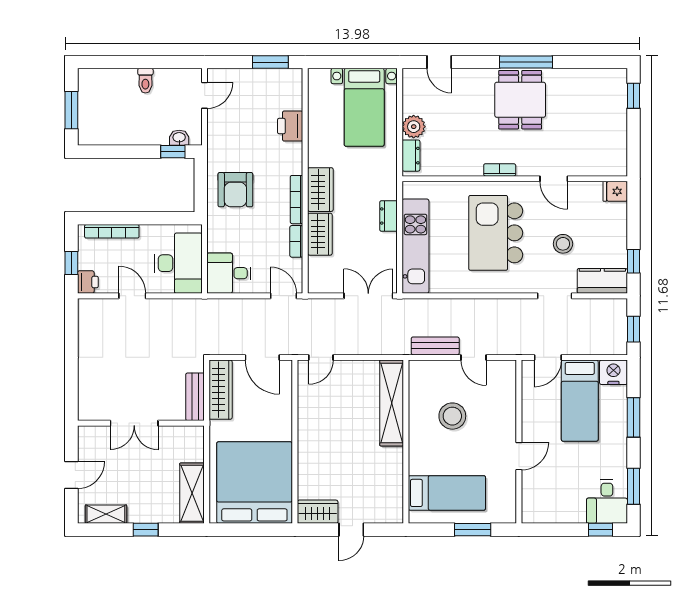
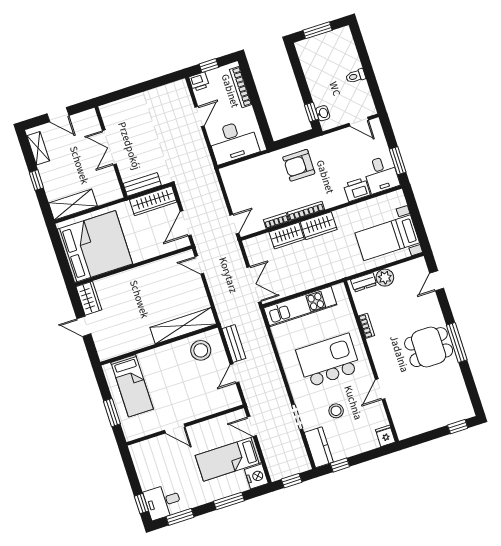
bookcase: (500, 170) -> (367, 326), moved
dresser: (389, 216) -> (316, 280), removed
desk: (229, 273) -> (381, 174), moved, turned 180
stool: (452, 416) -> (201, 350), moved

